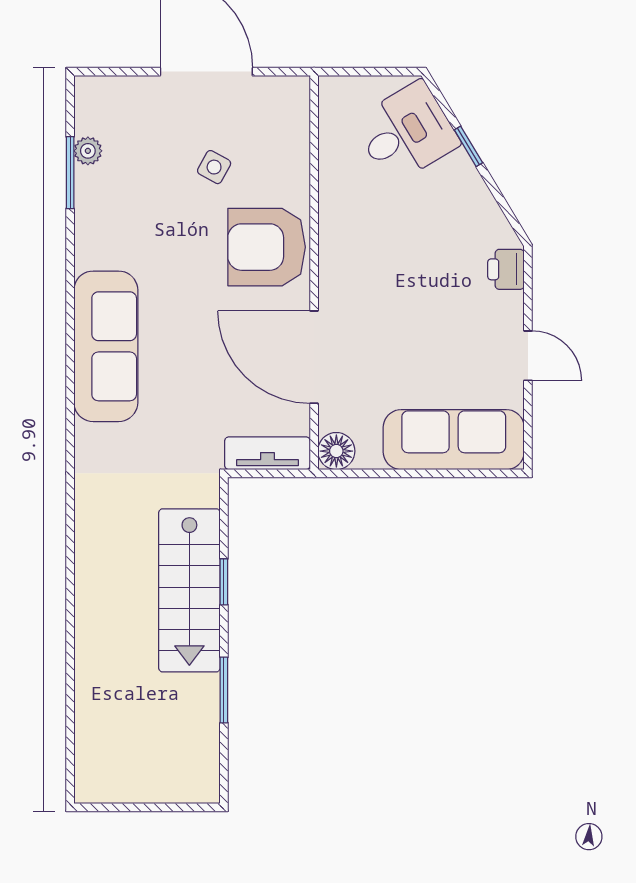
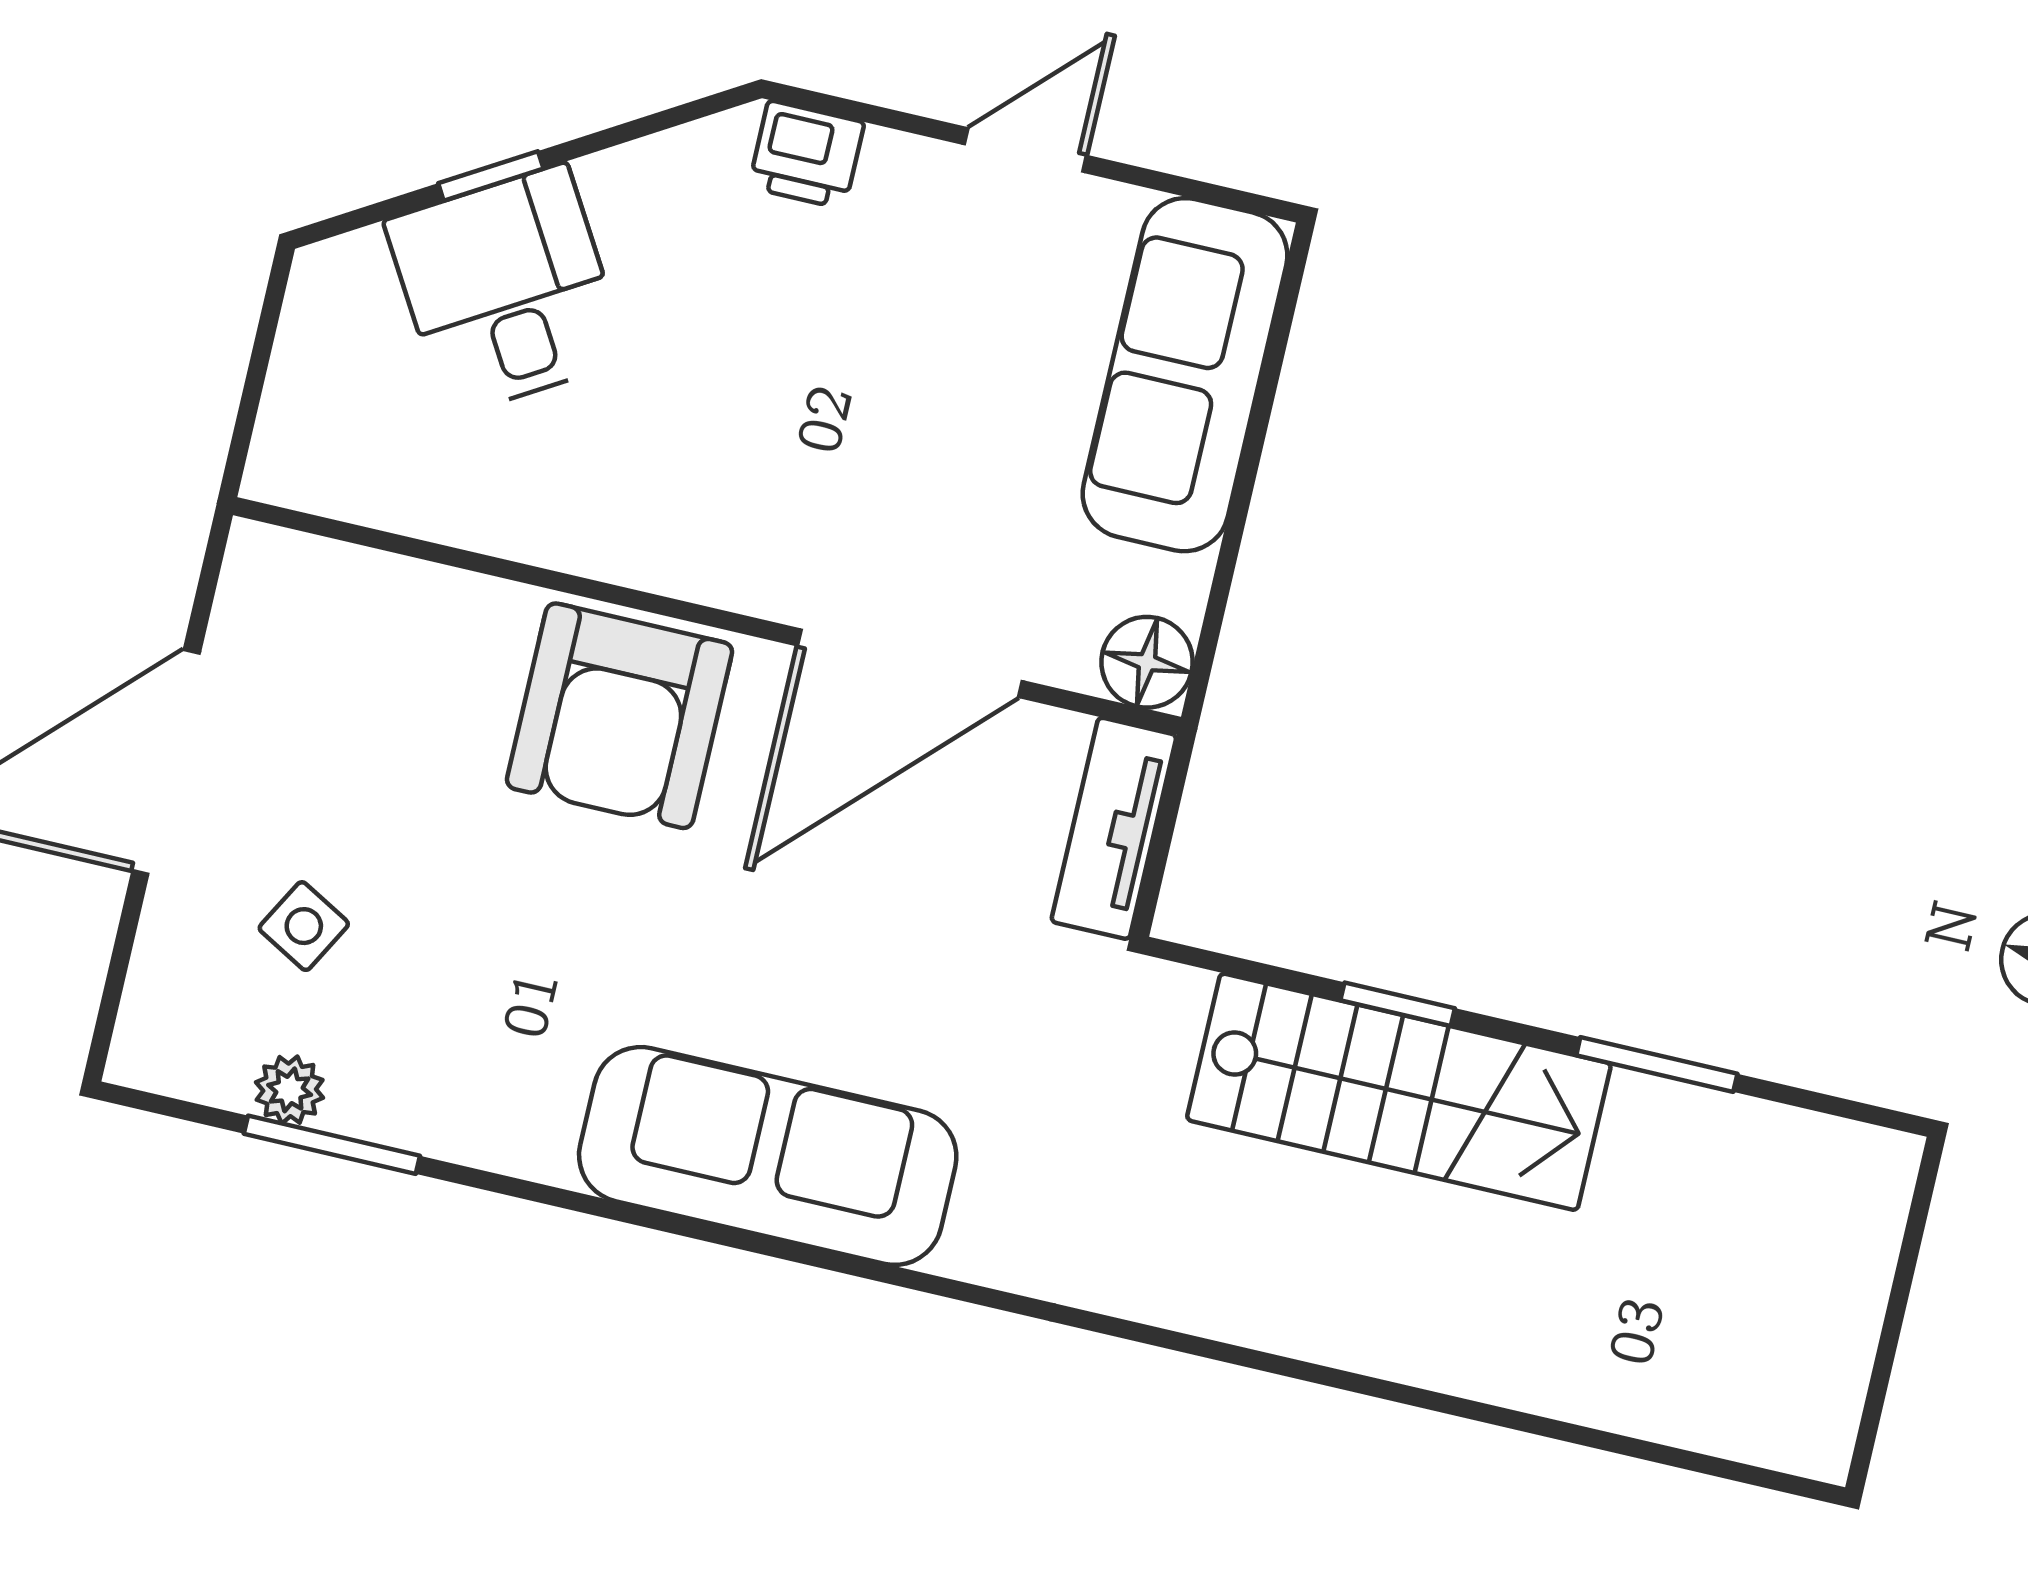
desk: (406, 132) -> (507, 290), moved
side table: (214, 167) -> (304, 926), moved

